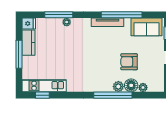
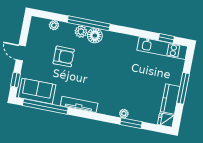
window: (59, 15) -> (131, 123), width x0.69
window: (122, 15) -> (45, 106), moved
floor lamp: (131, 85) -> (95, 36), moved

